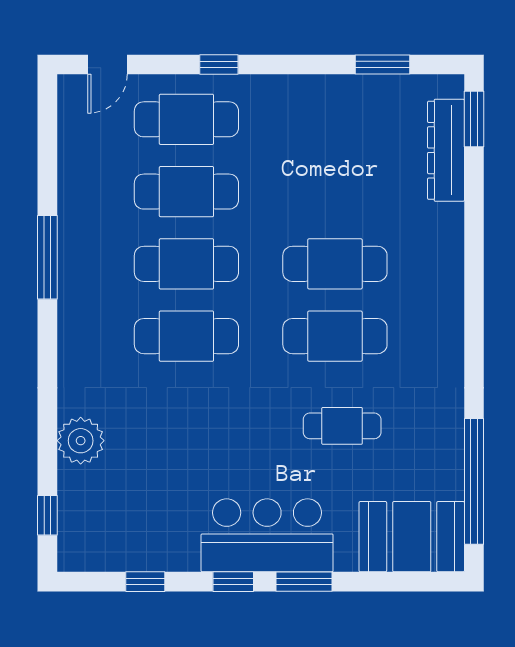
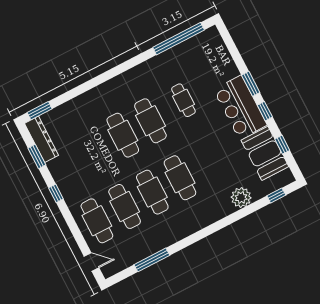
window: (219, 65) -> (56, 193), moved
dresser: (446, 150) -> (42, 139), moved, turned -90
window: (47, 257) -> (152, 260), moved
booth: (412, 537) -> (265, 153), moved

